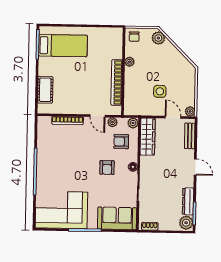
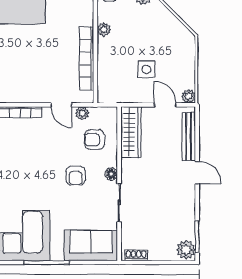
plant: (133, 123) -> (110, 114), removed
bench: (190, 136) -> (189, 136), width x1.36
dresser: (188, 201) -> (188, 220), removed

